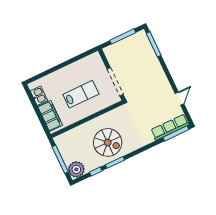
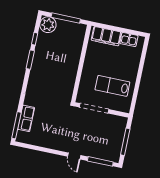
lab bench: (81, 94) -> (112, 86), moved, turned 90
door: (180, 99) -> (74, 156), moved
row of seats: (170, 127) -> (26, 118), width x0.68
spiral stairs: (108, 142) -> (50, 66), removed

